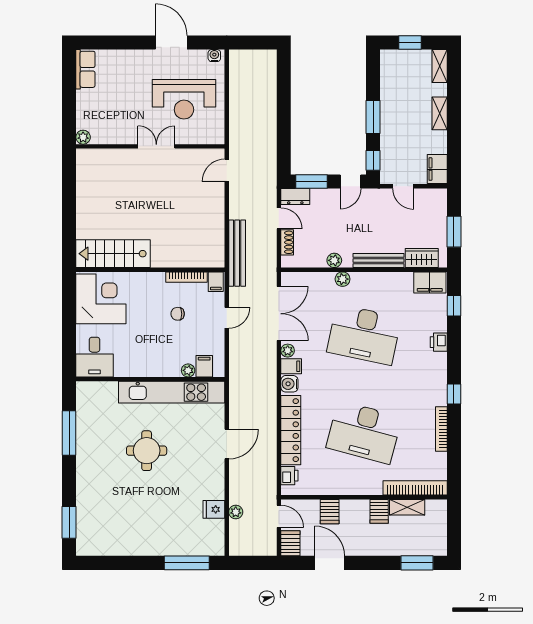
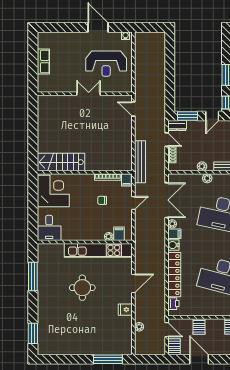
row of seats: (85, 69) -> (43, 62), moved
plant: (83, 137) -> (42, 88), removed
door: (227, 170) -> (133, 109), hinge flipped
fridge: (214, 509) -> (125, 310), moved

